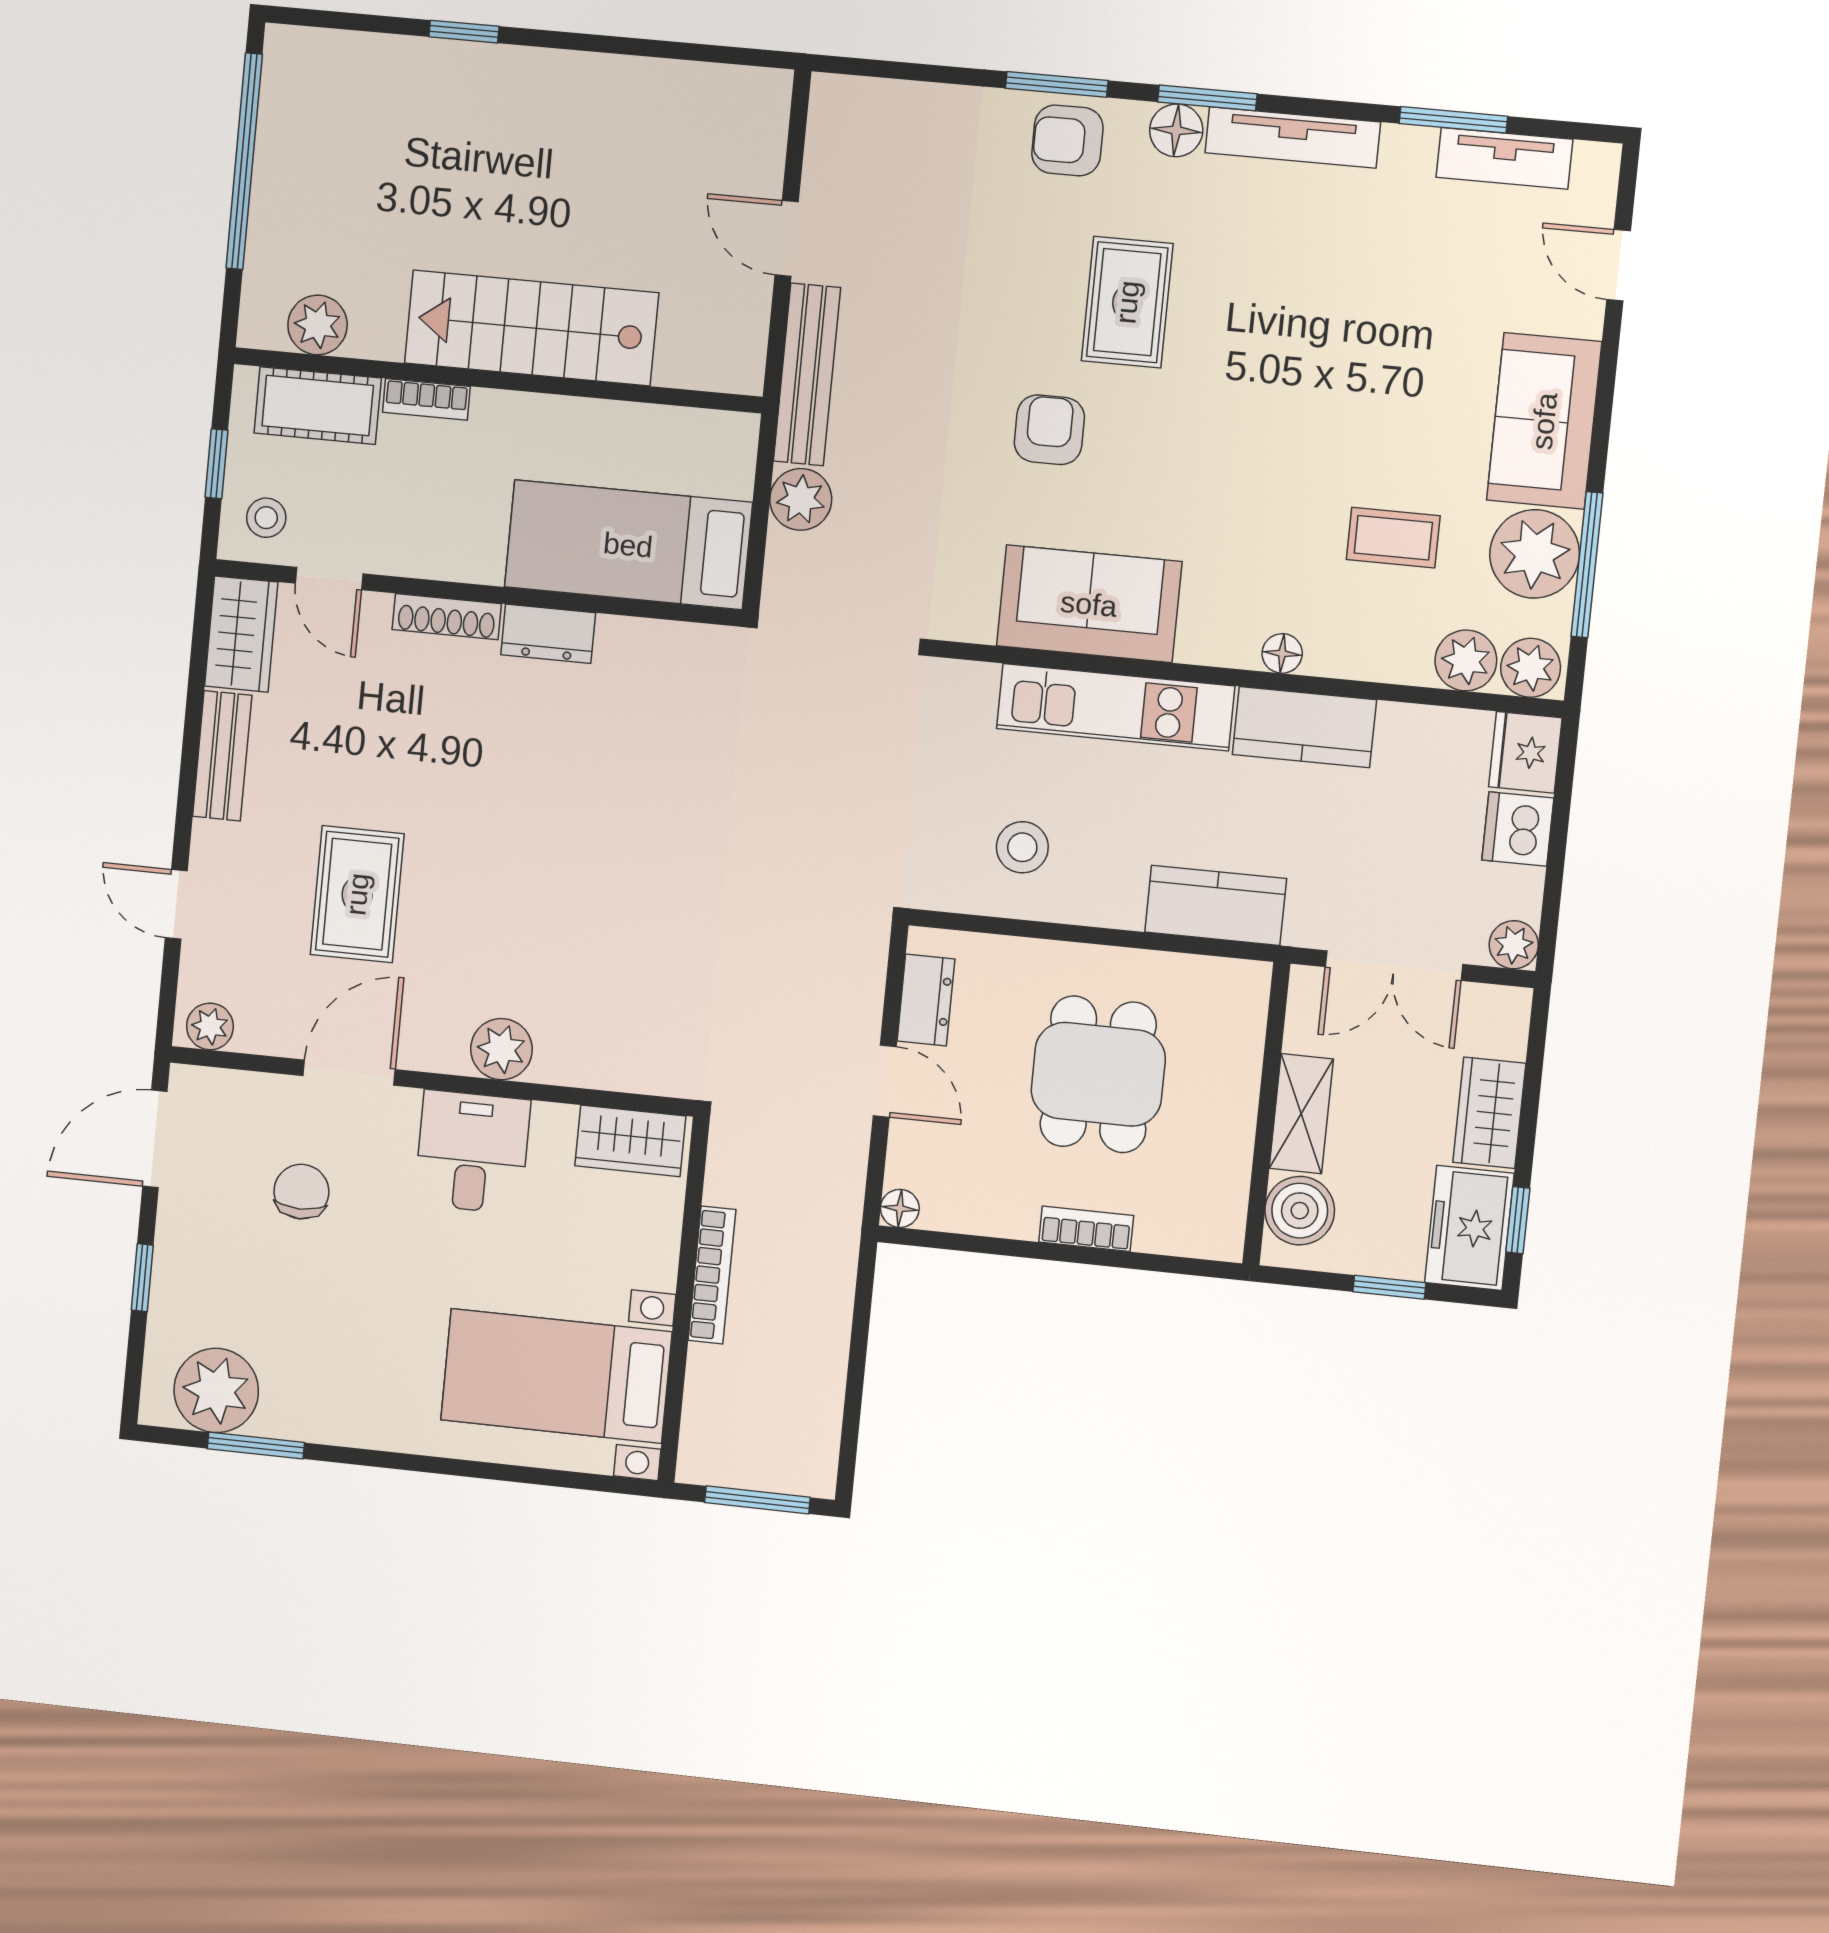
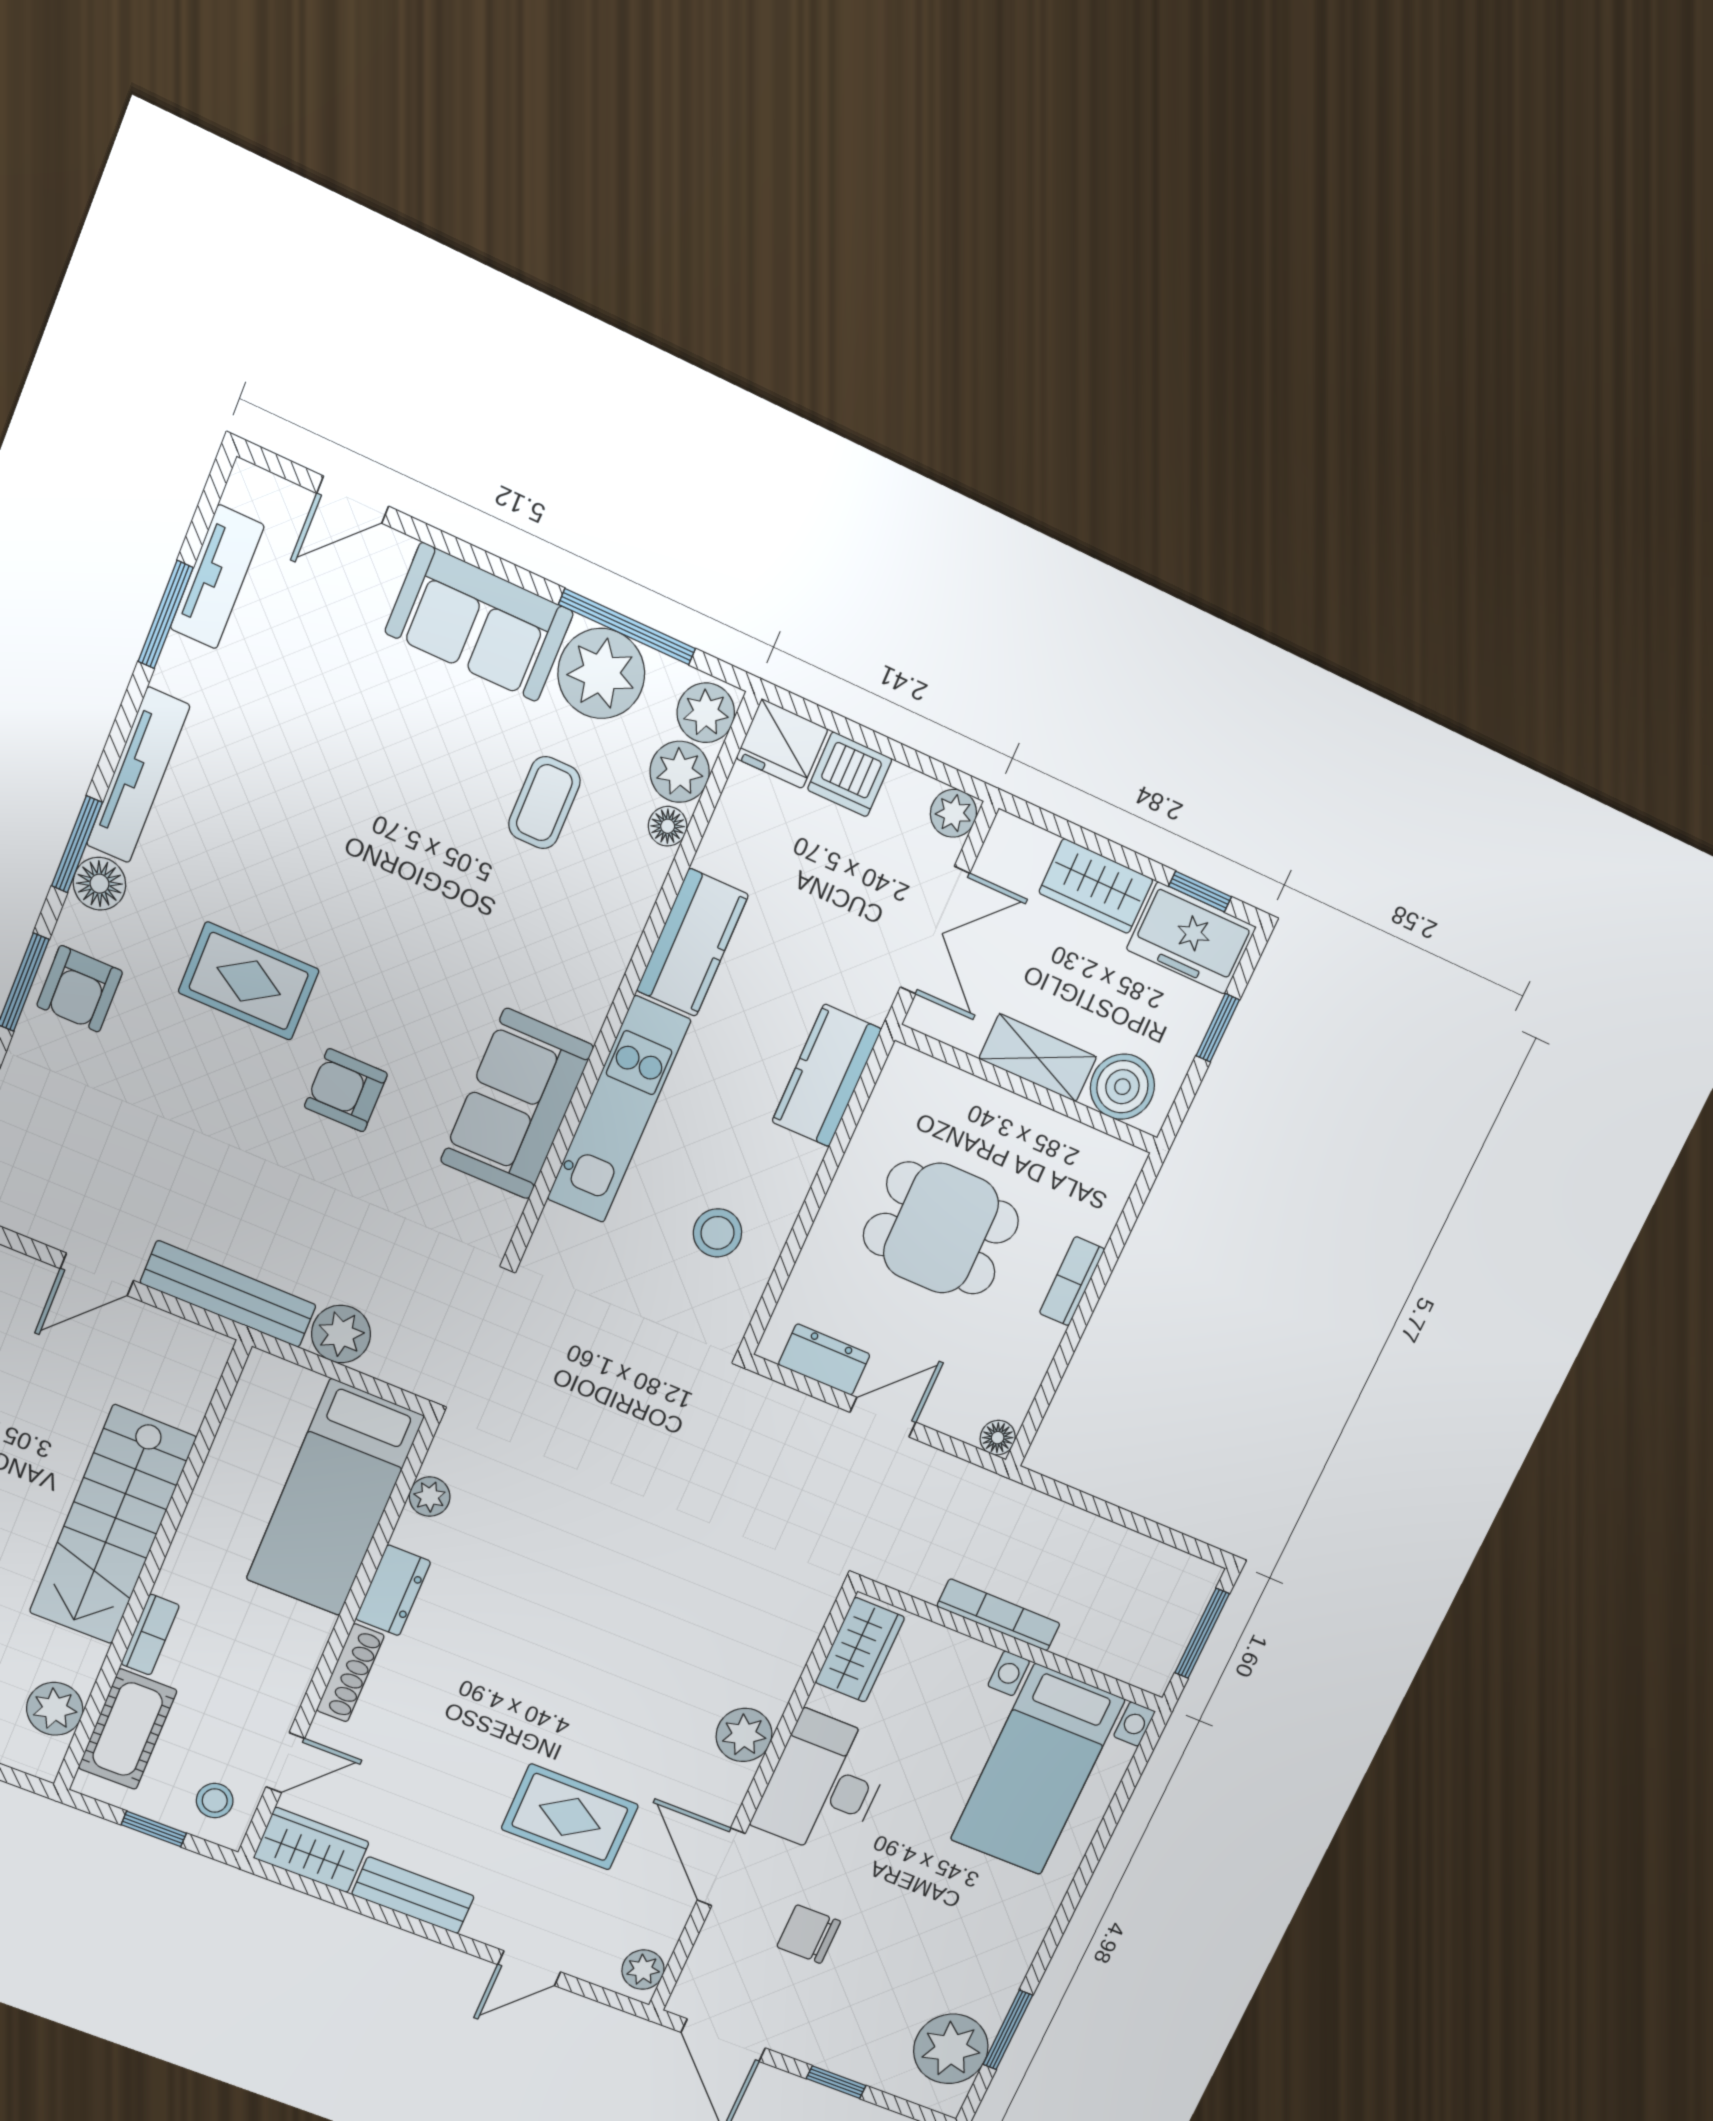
plant: (659, 641) -> (430, 1497), added
floor lamp: (1282, 653) -> (668, 826), moved
desk: (472, 1152) -> (824, 1784), width x1.37

